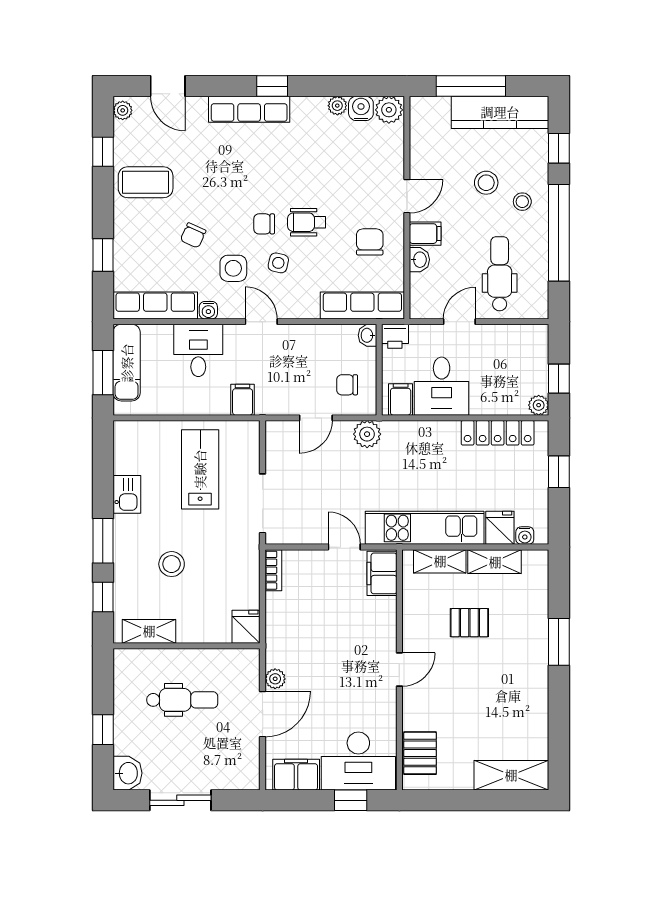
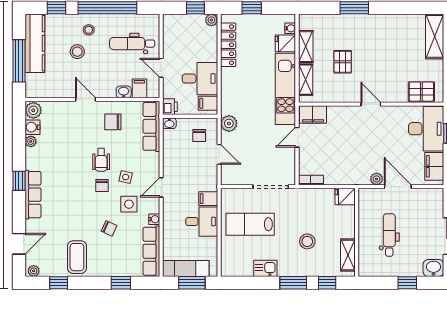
filing cabinet: (425, 234) -> (139, 88), moved
desk: (198, 350) -> (202, 222), moved, turned 180

